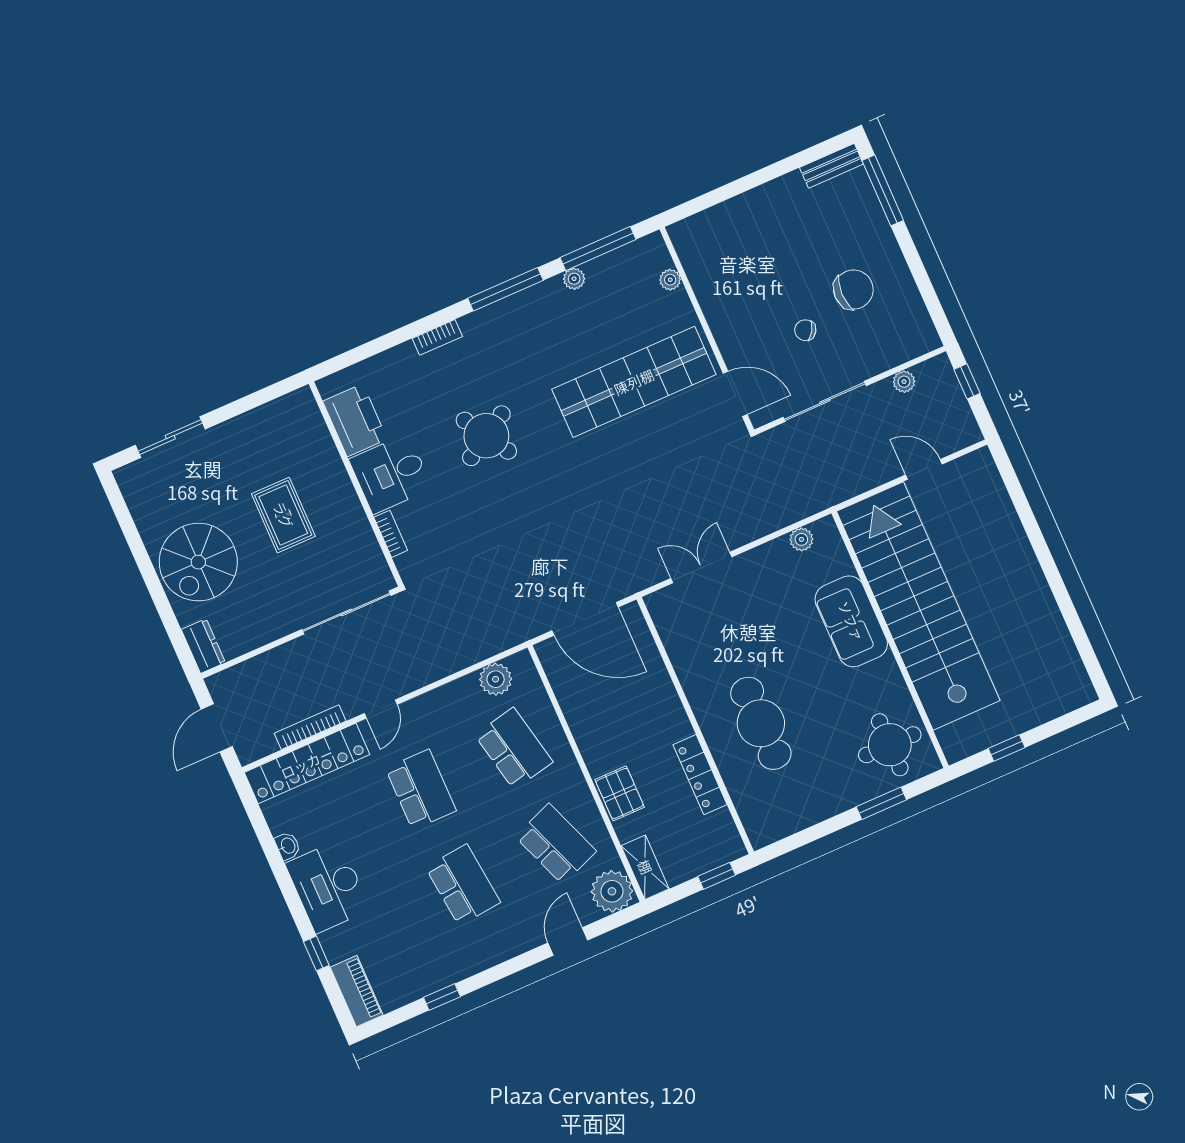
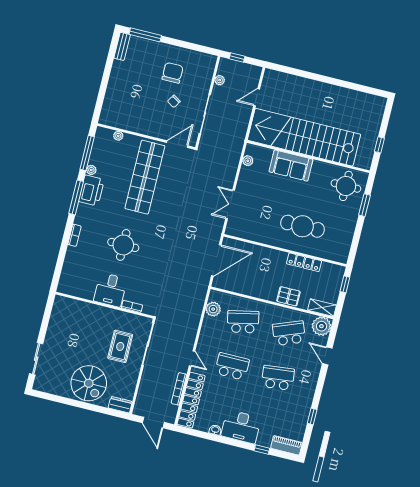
printer: (355, 420) -> (91, 190), moved, turned 90
round table: (486, 436) -> (123, 245), turned 31
rug: (283, 515) -> (120, 346), moved, turned 90

